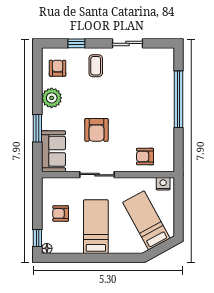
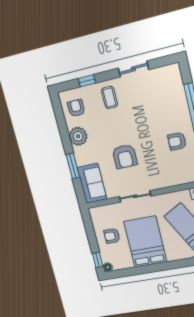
armchair: (145, 156) -> (177, 141), moved
bed: (96, 227) -> (145, 242), width x1.50

